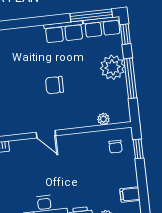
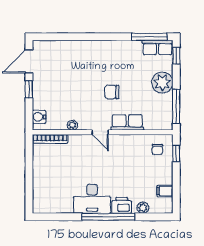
row of seats: (64, 32) -> (127, 122), moved, turned 180
window: (130, 78) -> (176, 106), moved
plant: (103, 119) -> (72, 125), moved

